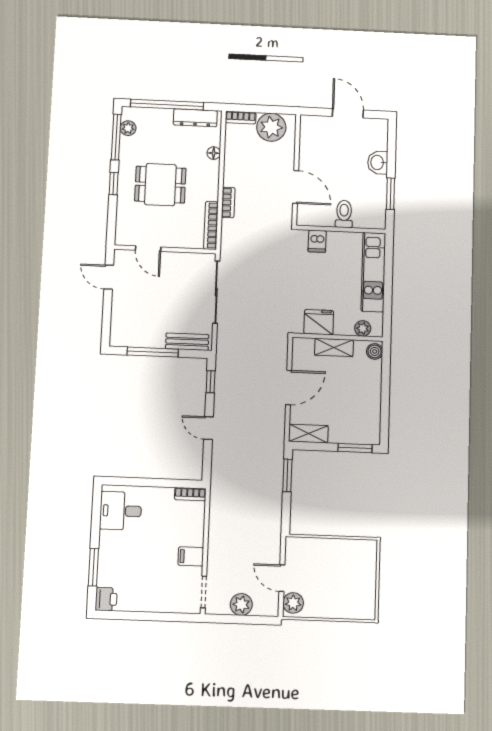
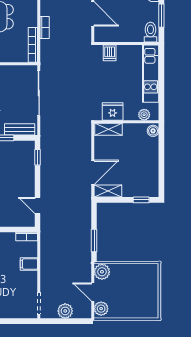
toilet: (344, 214) -> (150, 32), moved
shelving: (334, 347) -> (108, 129), moved
door: (289, 388) -> (93, 172), moved
door: (209, 428) -> (37, 205), moved
window: (355, 448) -> (141, 200), width x0.67
window: (287, 475) -> (94, 241), moved
plant: (296, 549) -> (102, 272), added
filing cabinet: (191, 556) -> (29, 264), moved

